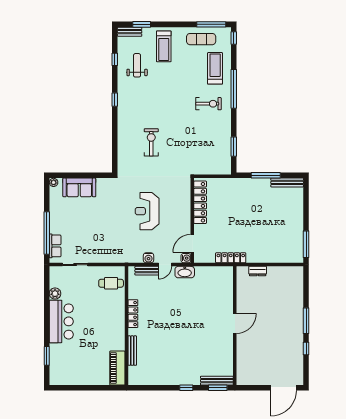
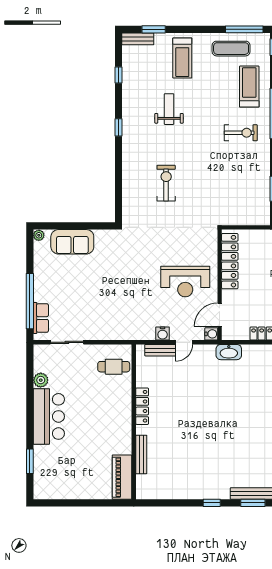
weight bench: (137, 65) -> (169, 109), moved
reception desk: (147, 211) -> (185, 282), moved, turned -90
washbasin: (185, 272) -> (229, 352), moved

